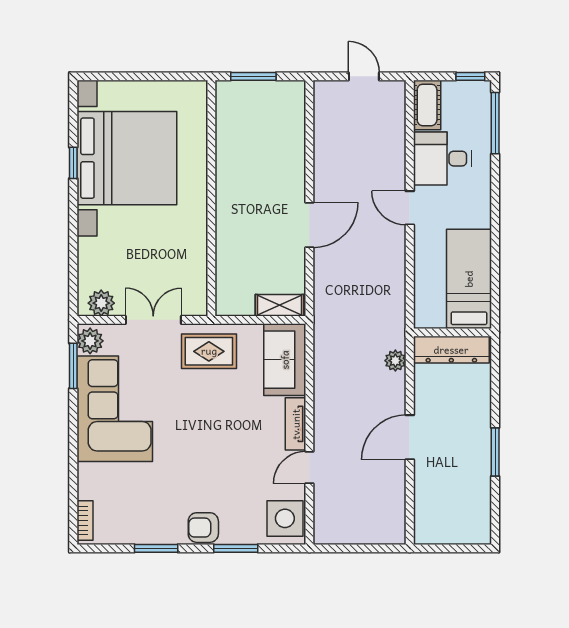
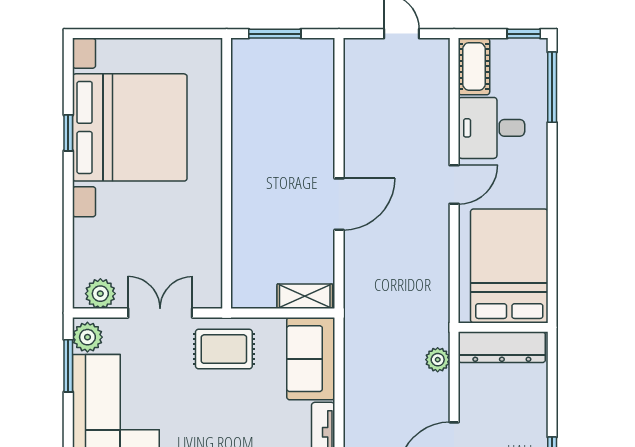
door: (410, 208) -> (454, 184), swing flipped
bed: (469, 279) -> (509, 266), width x1.50

